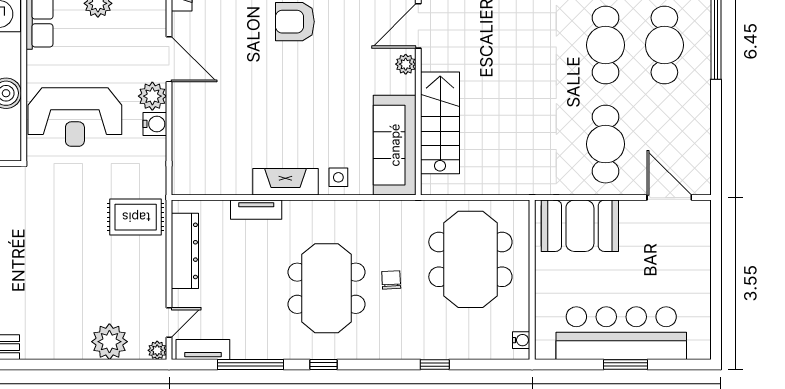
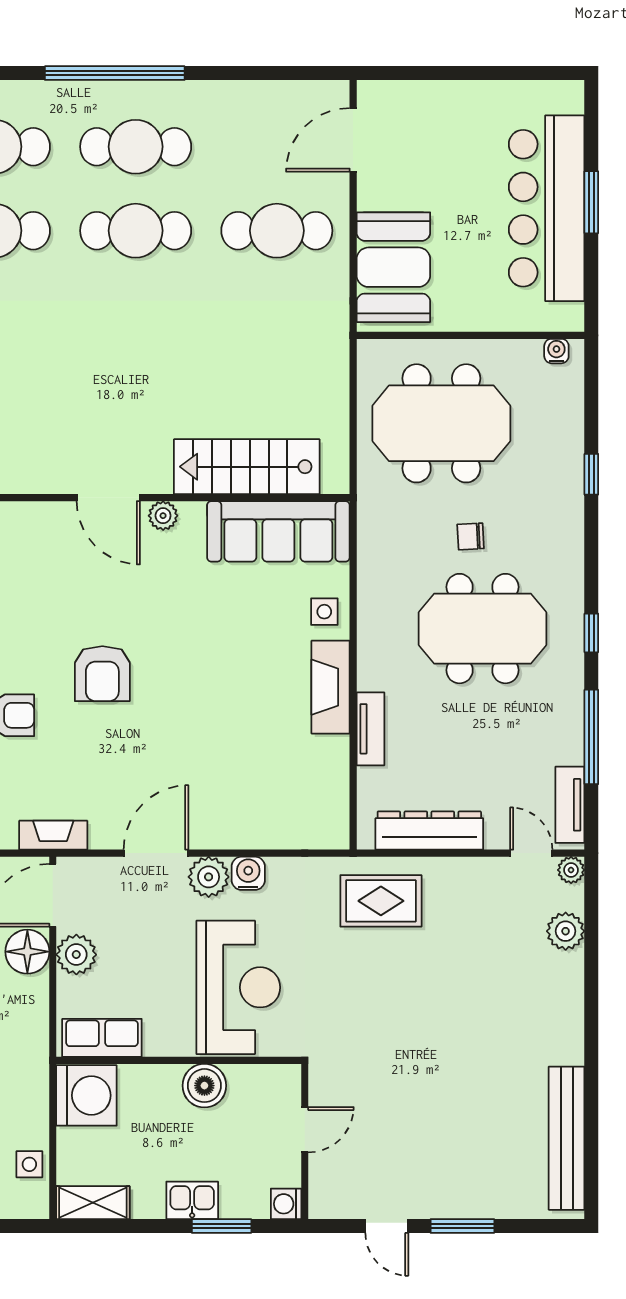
rug: (136, 217) -> (381, 901), turned 90
plant: (109, 342) -> (566, 931), width x0.73, depth x0.73

